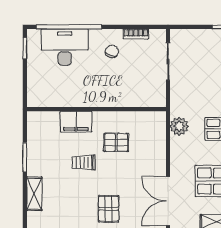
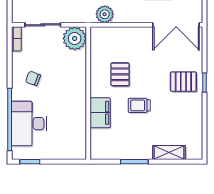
bookcase: (136, 34) -> (16, 39), moved
plant: (154, 95) -> (75, 38), added
trolley: (84, 162) -> (139, 105), turned 90

